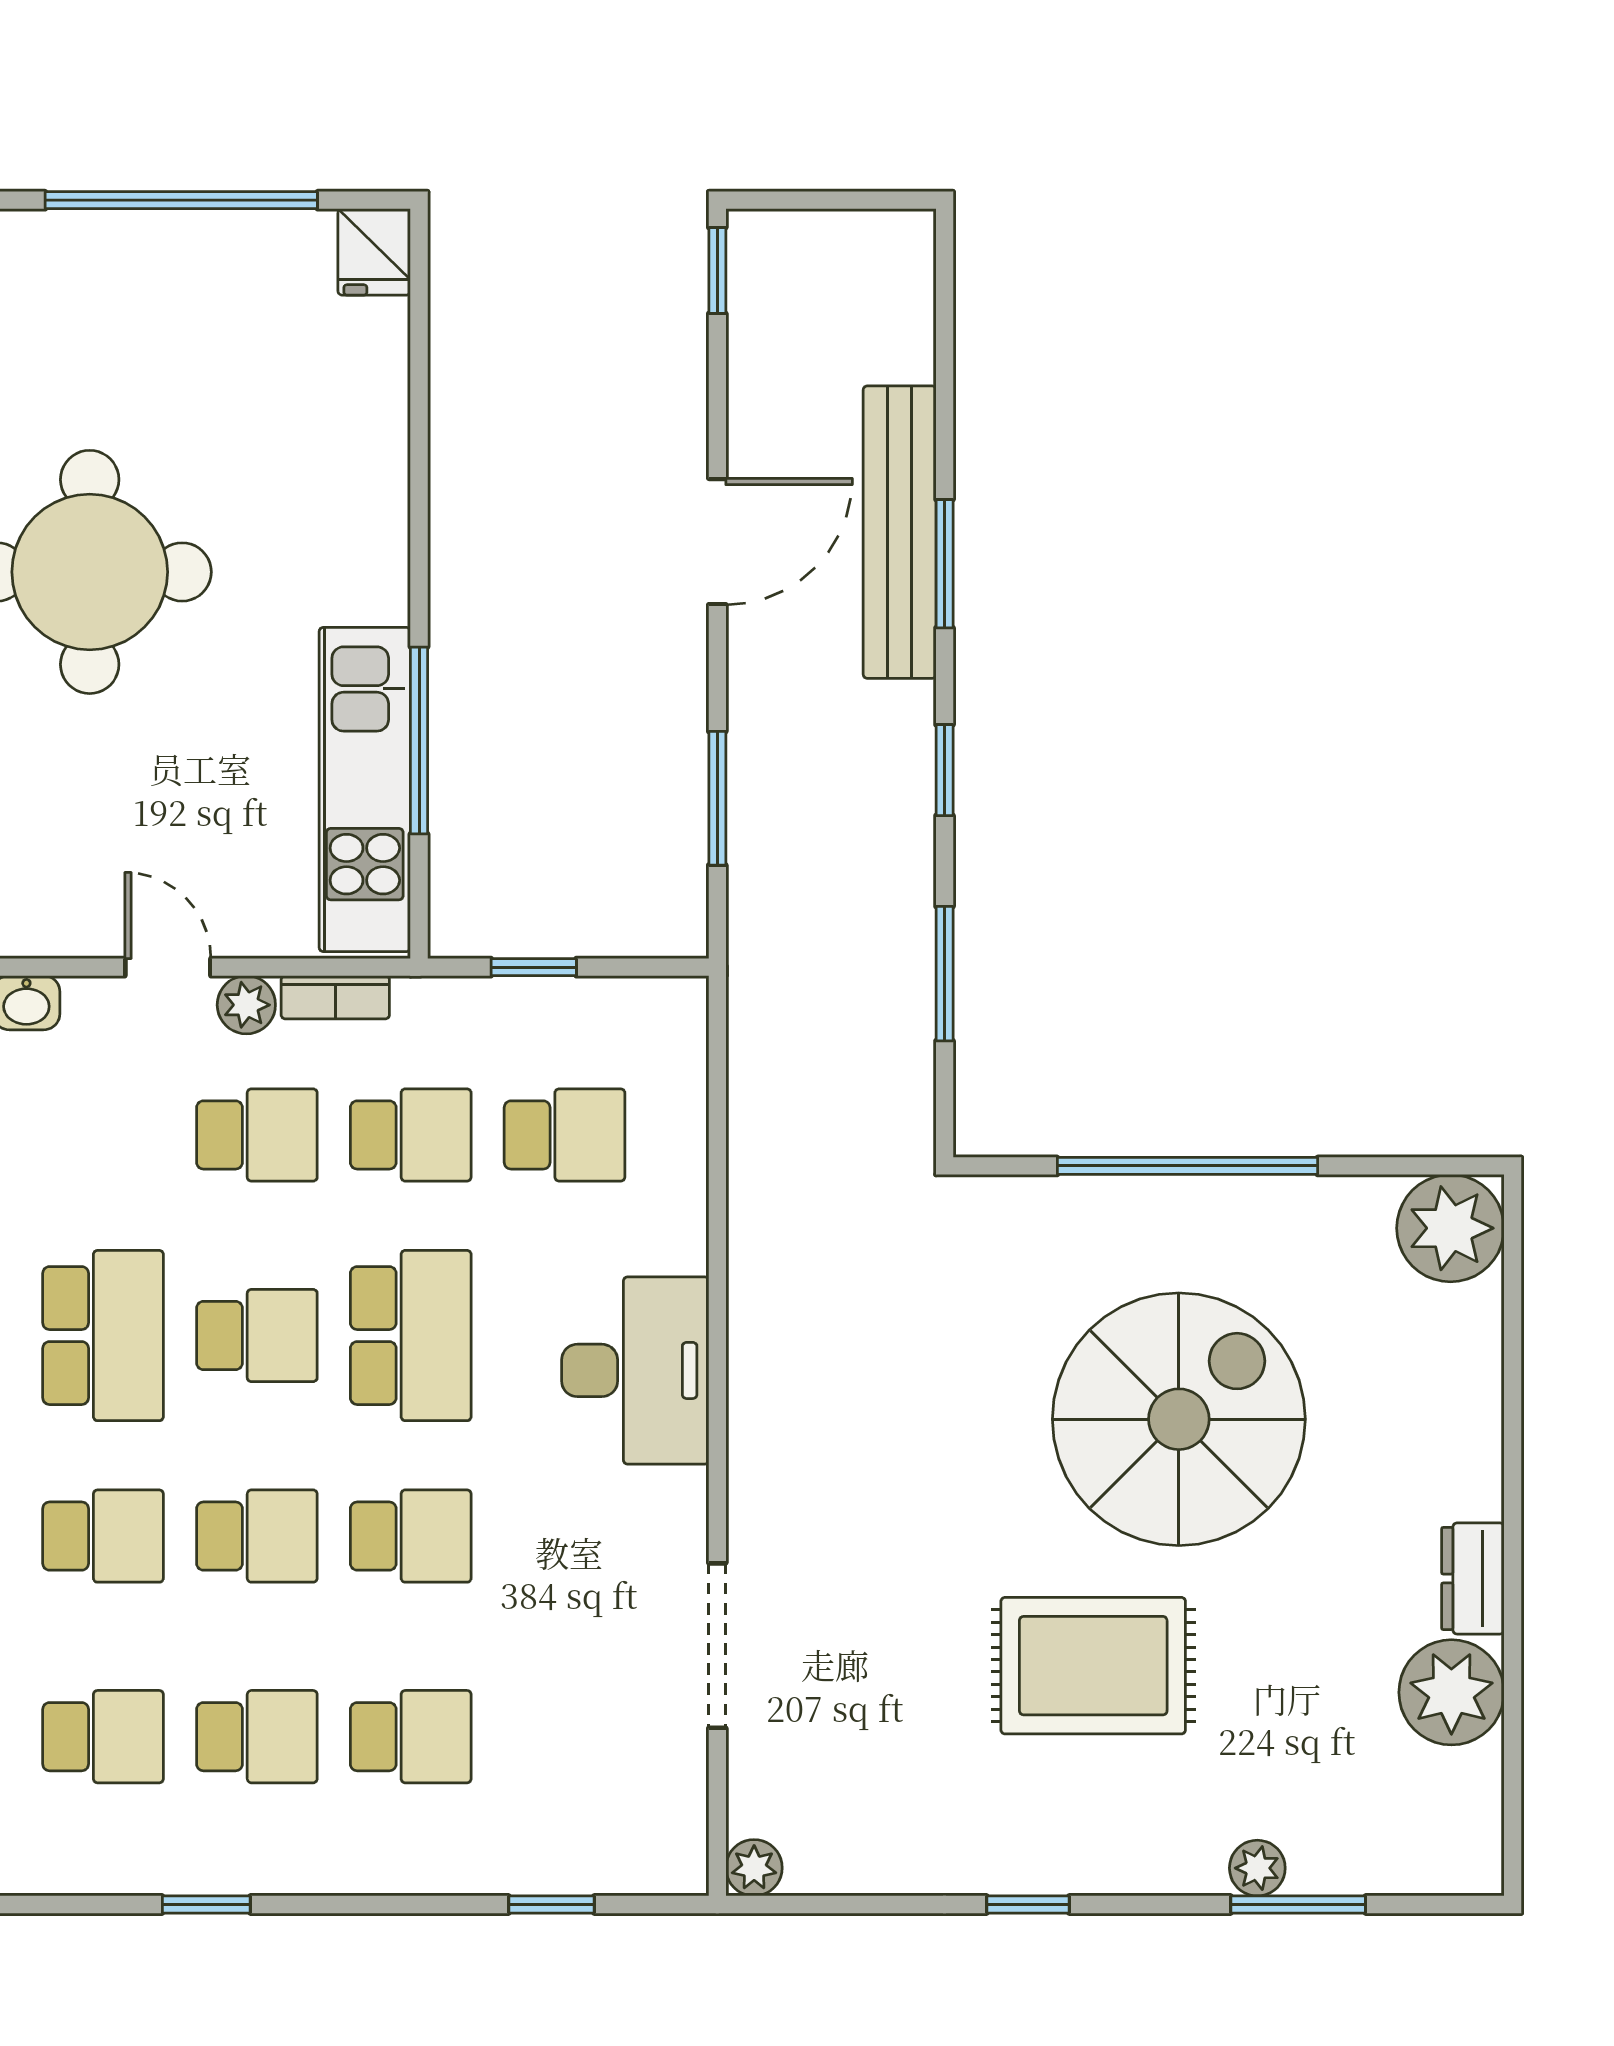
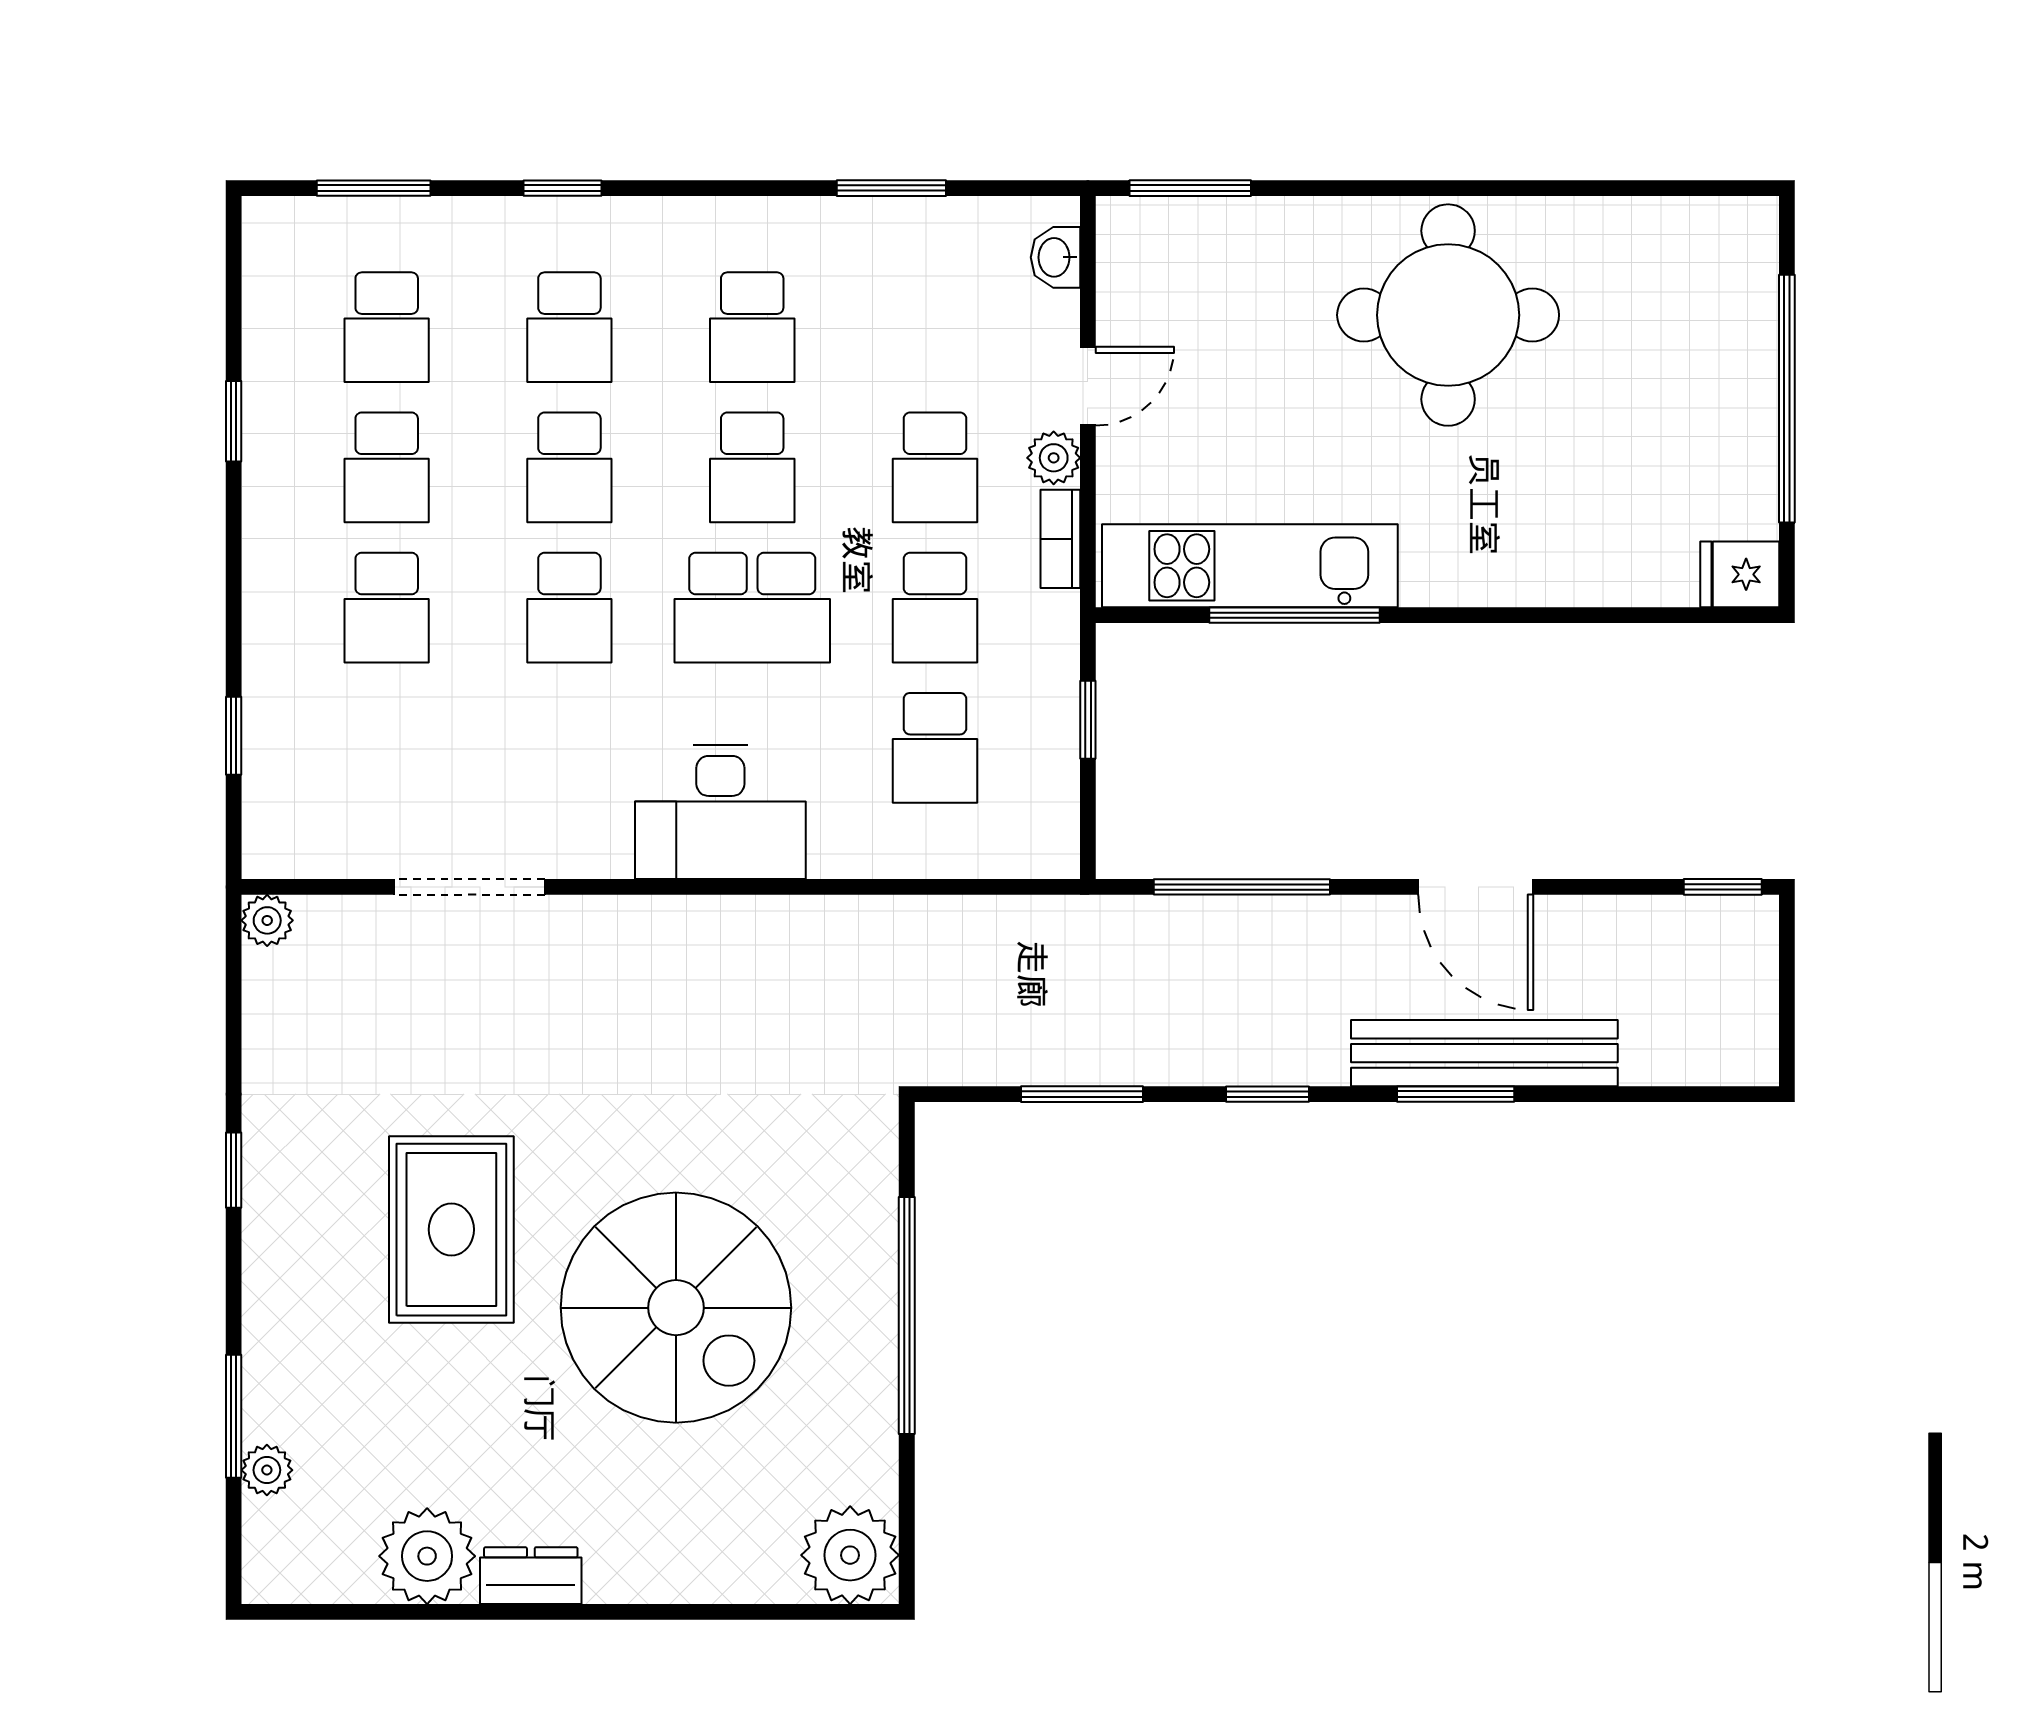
window: (717, 798) -> (1242, 887), width x1.44
school desk: (103, 1336) -> (752, 327), width x0.54
plant: (1257, 1868) -> (267, 1470), moved

